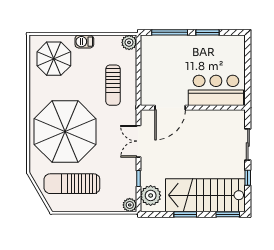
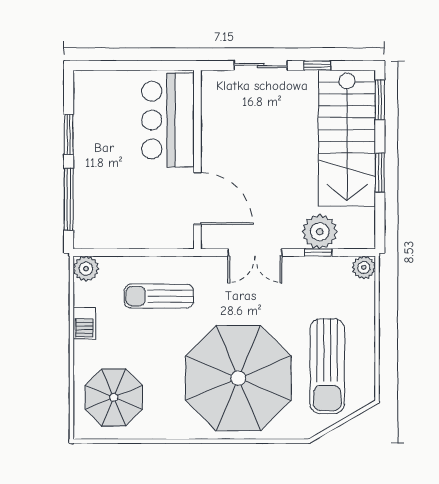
barbecue: (84, 42) -> (84, 323), moved
sun lounger: (113, 85) -> (159, 296), turned 180
plant: (151, 195) -> (320, 232), moved

